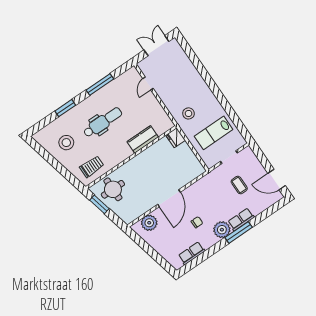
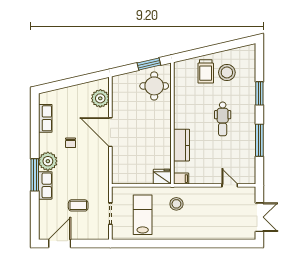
dental chair: (103, 122) -> (223, 119), width x0.73, depth x0.72
filing cabinet: (168, 123) -> (181, 179), added
trolley: (92, 167) -> (206, 71), moved

